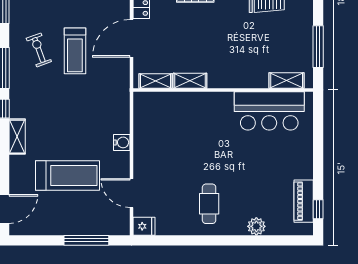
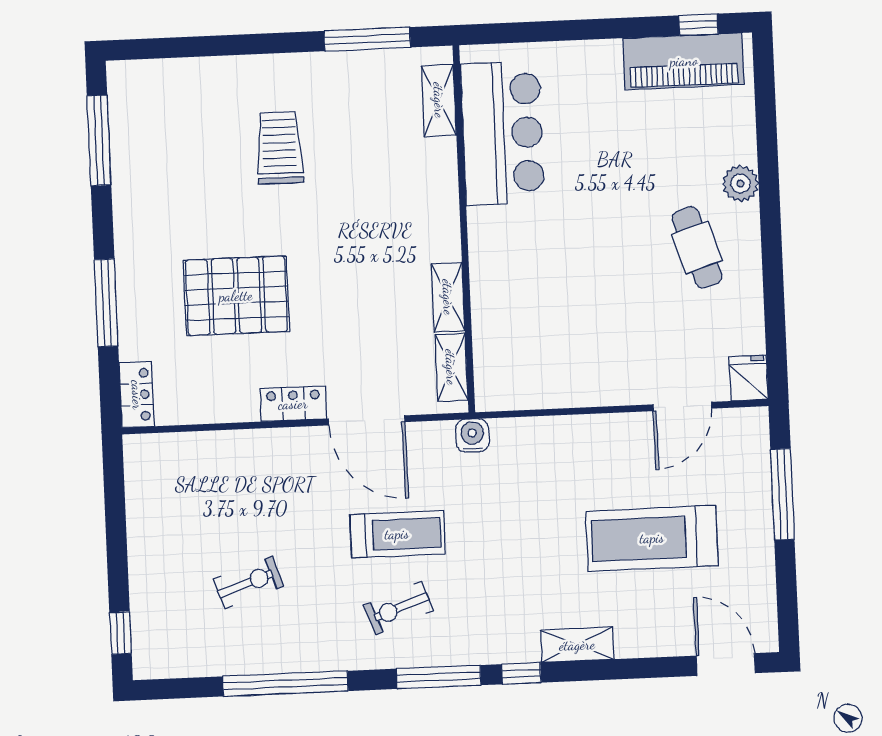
water cooler: (122, 142) -> (472, 436), moved
treadmill: (68, 175) -> (652, 538), turned -90
piano: (304, 201) -> (684, 61), width x1.37, depth x1.33
cafe table: (209, 204) -> (697, 247), turned 72
plant: (256, 226) -> (740, 184), moved

